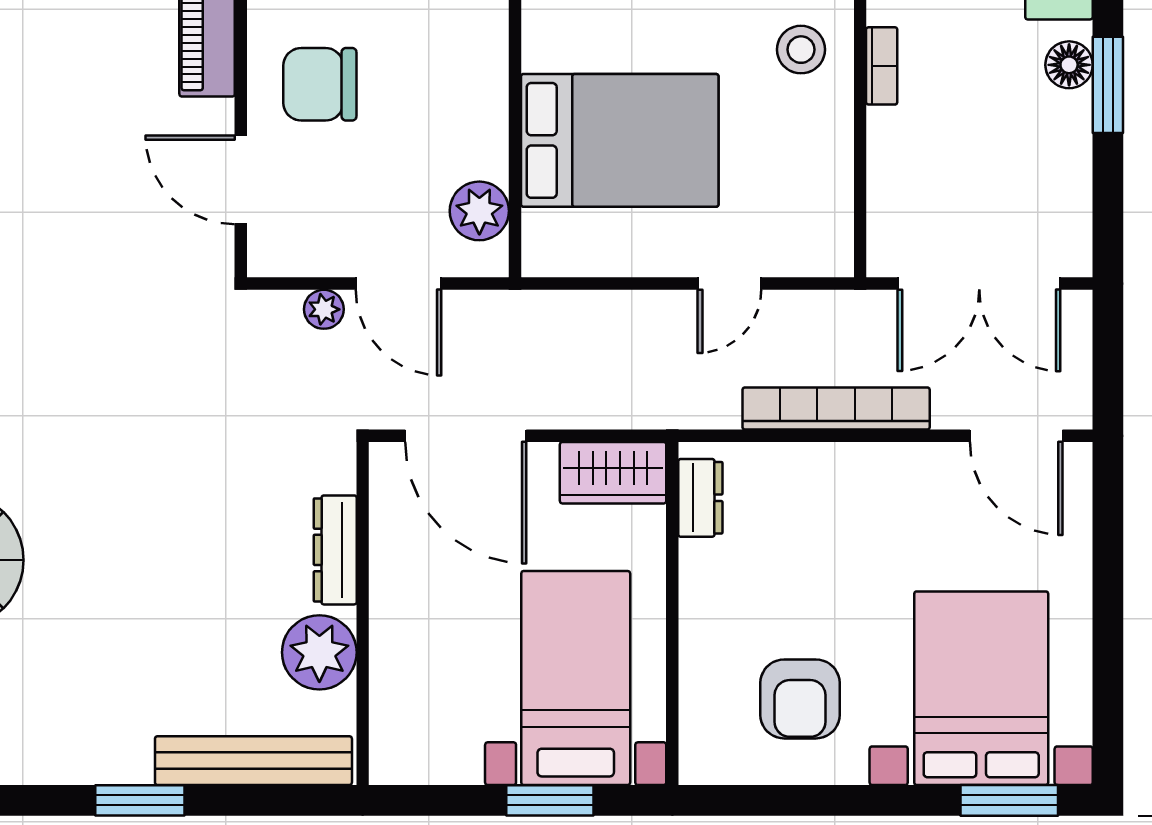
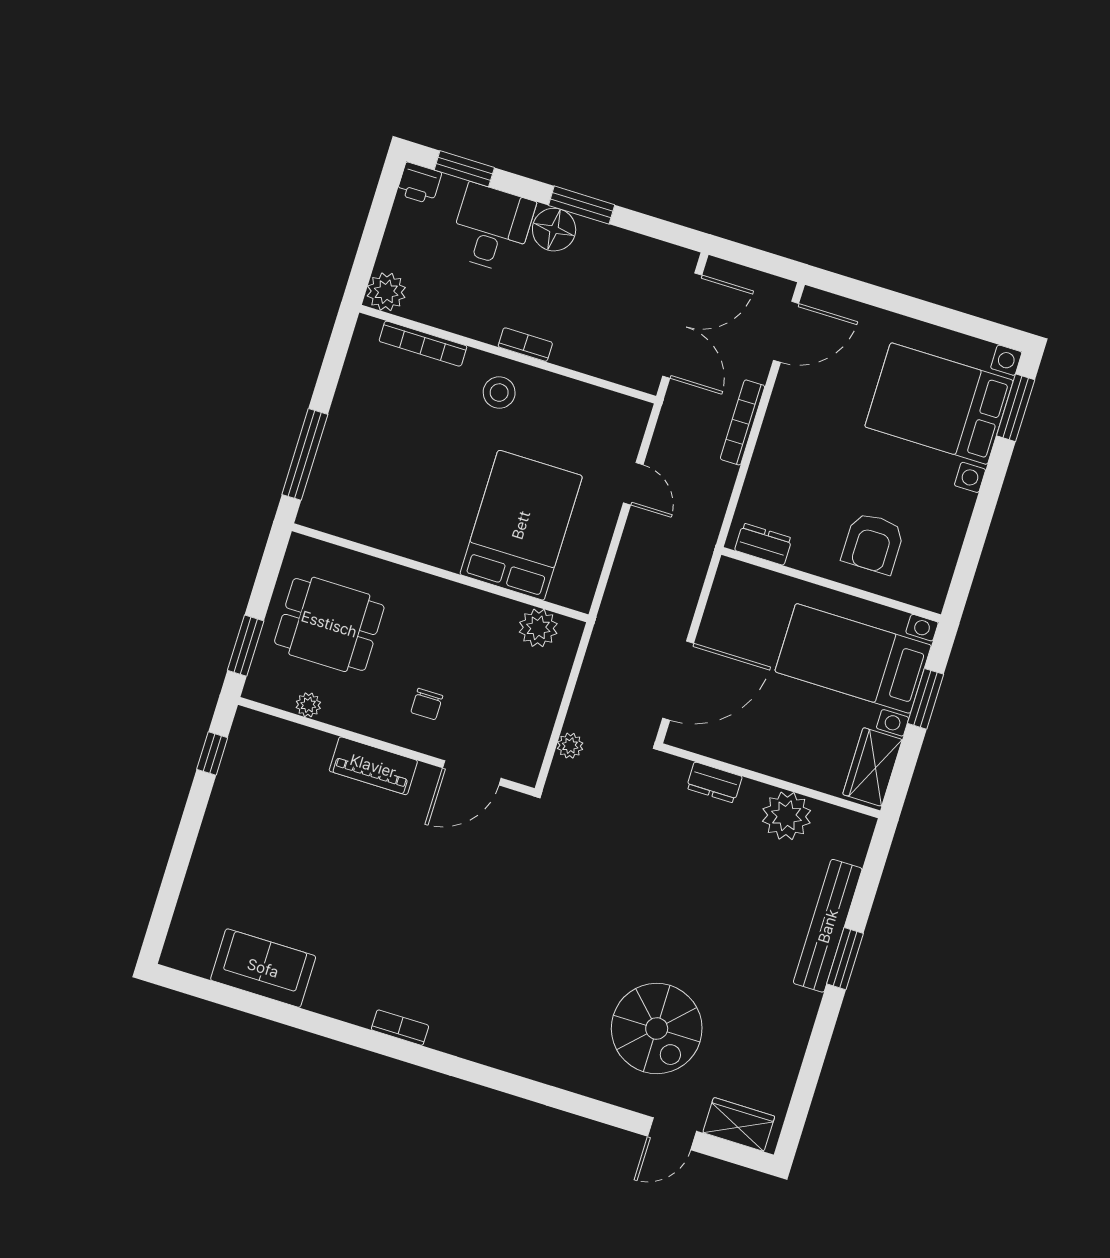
floor lamp: (1069, 65) -> (554, 230), width x1.38, depth x1.38
chair: (320, 84) -> (427, 704), width x0.54, depth x0.54
door: (399, 284) -> (568, 693), removed
bookcase: (836, 409) -> (743, 422), width x0.68, depth x0.76
wardrobe: (613, 473) -> (872, 767), moved, turned 180
dresser: (335, 550) -> (714, 782), width x0.70
armchair: (800, 699) -> (873, 543), moved, turned 90
bench: (253, 761) -> (828, 926), moved

